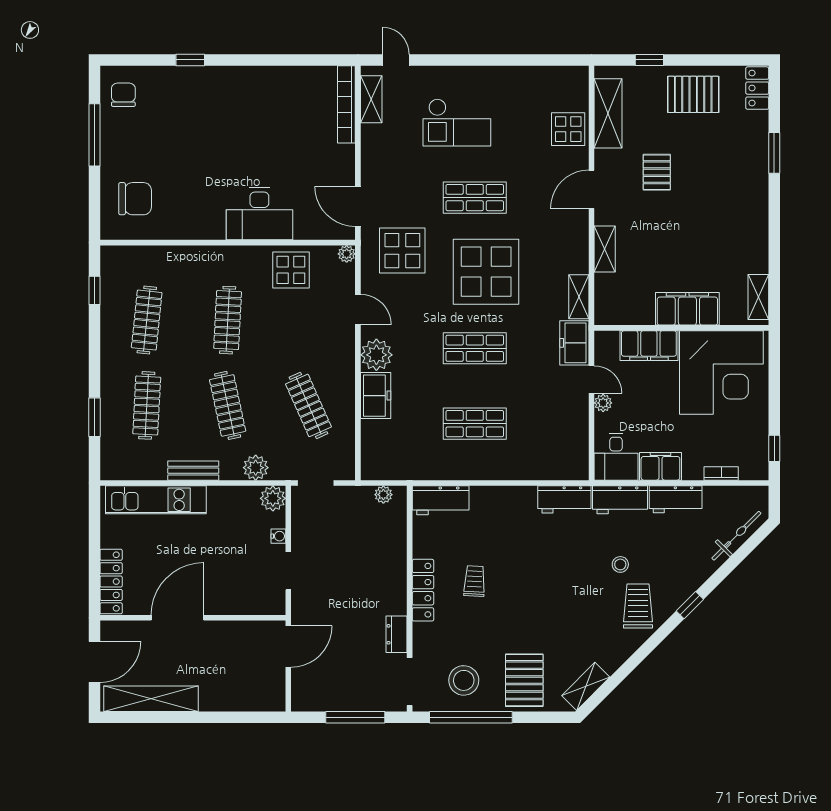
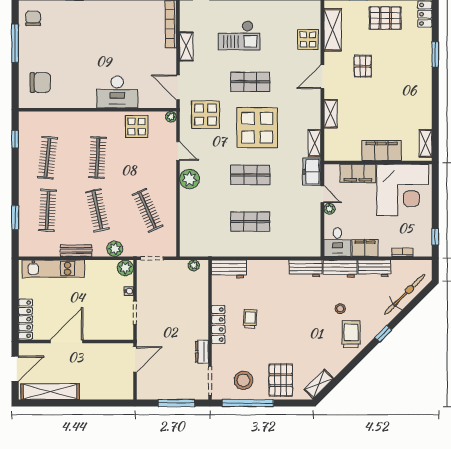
shelving: (371, 99) -> (186, 46), moved
freezer: (376, 396) -> (189, 204), removed
bicycle: (736, 536) -> (405, 294), width x1.37, depth x1.40

